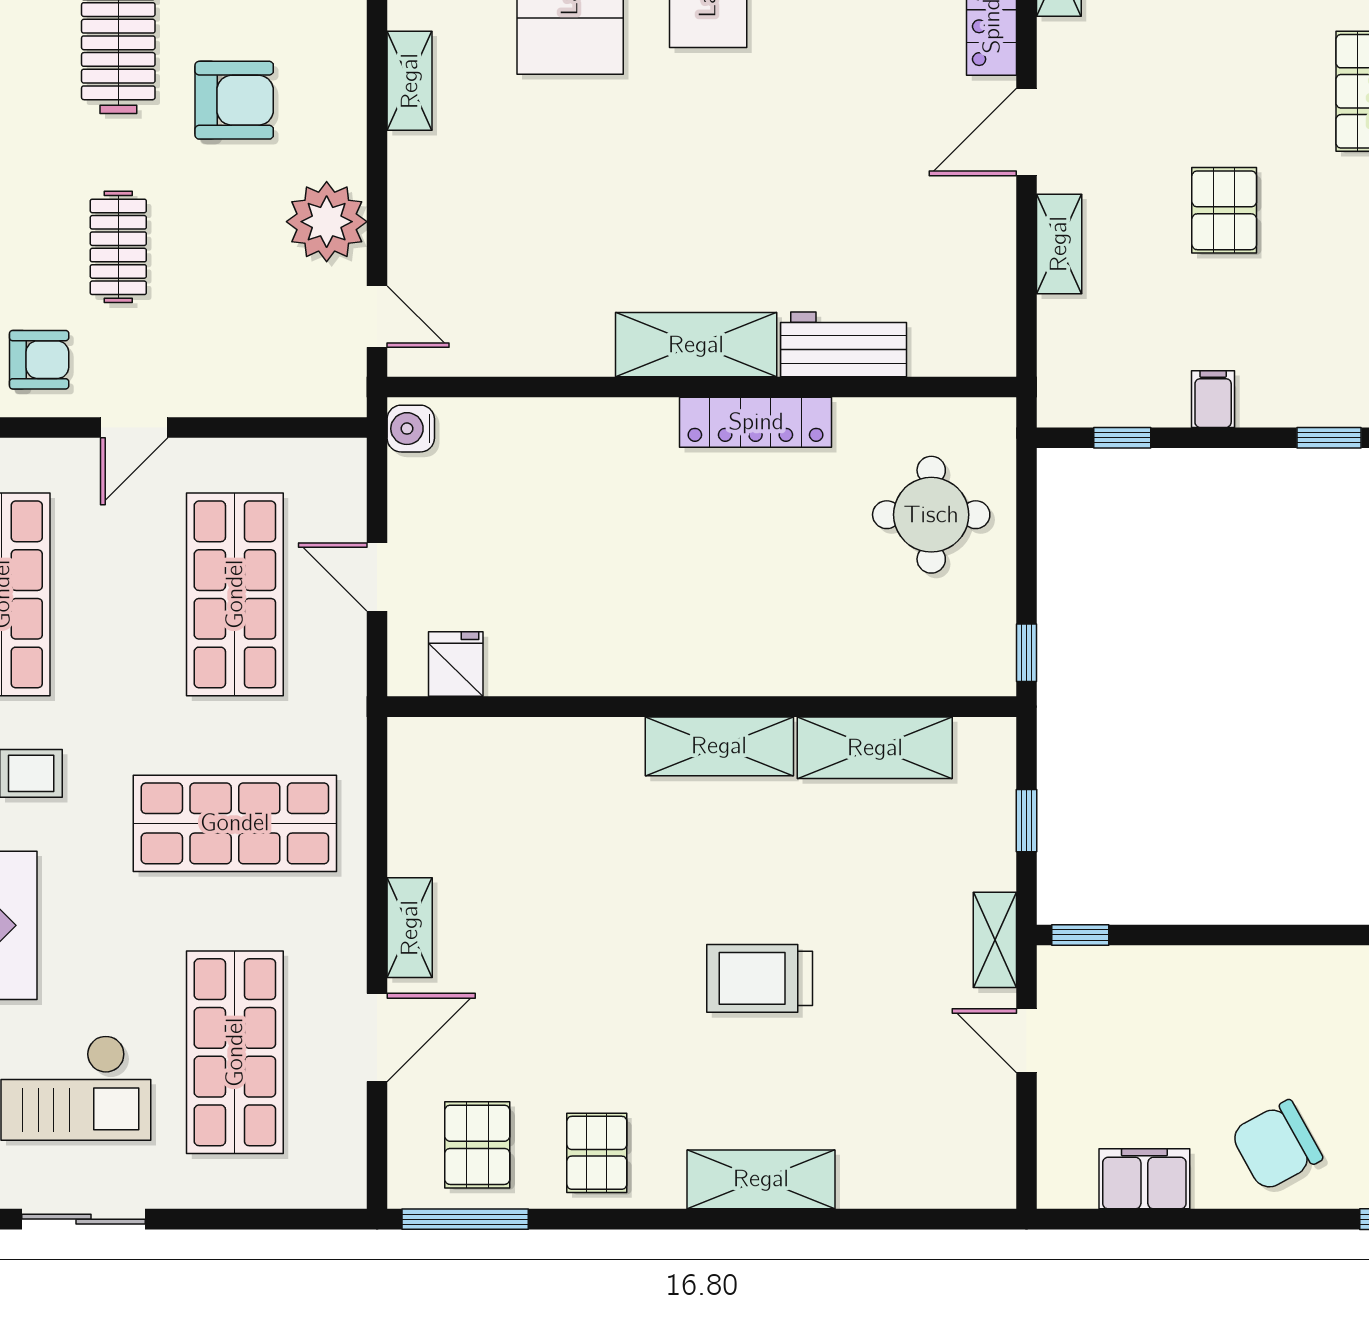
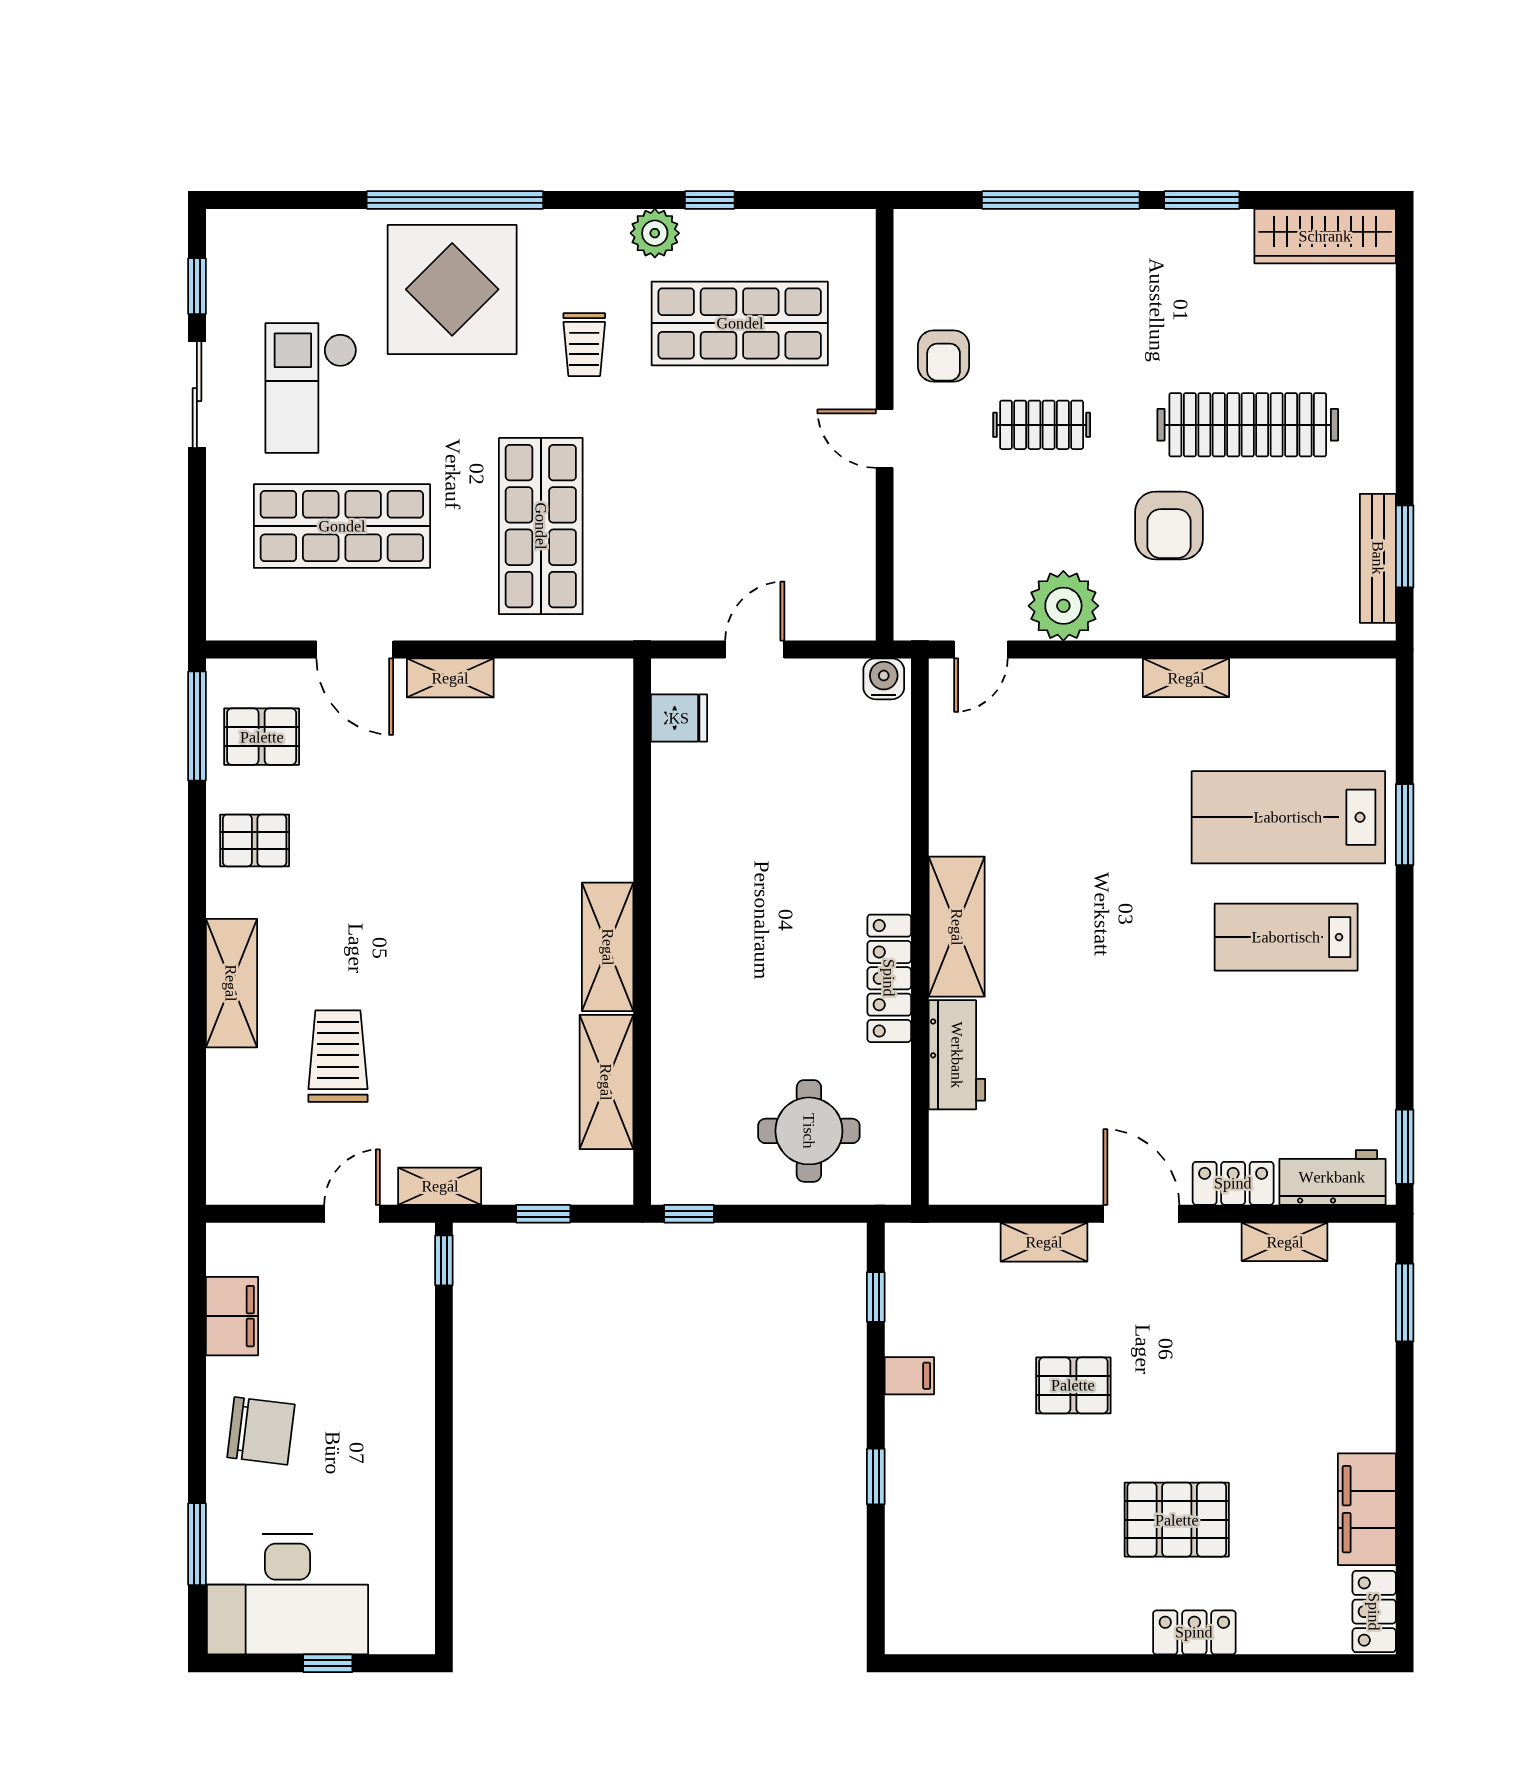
shop shelf: (235, 594) -> (740, 526), removed
trolley: (760, 978) -> (338, 1056), moved
chair: (1277, 1145) -> (261, 1431), turned 126

